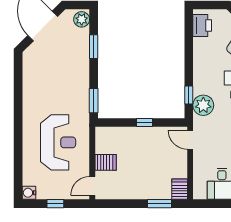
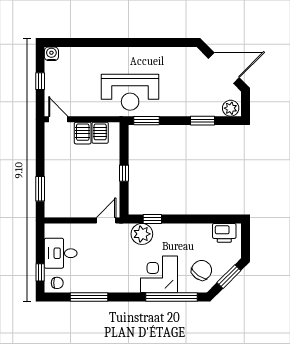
reception desk: (58, 142) -> (130, 92), moved
server rack: (180, 189) -> (100, 133), moved, turned 90

